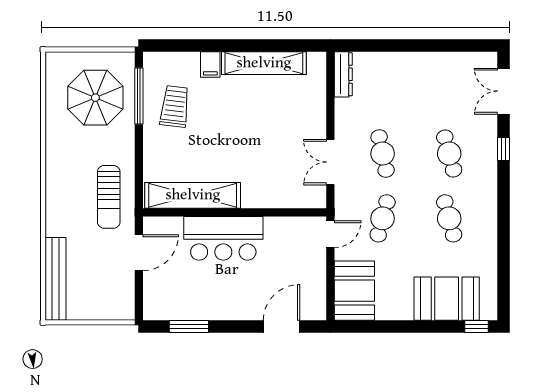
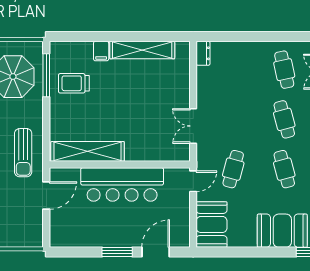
dresser: (343, 74) -> (203, 53), width x0.70
trolley: (175, 106) -> (74, 83), turned -97
cafe table: (383, 154) -> (284, 70), moved
bar counter: (223, 238) -> (122, 185), width x1.36
window: (189, 326) -> (117, 252), moved

